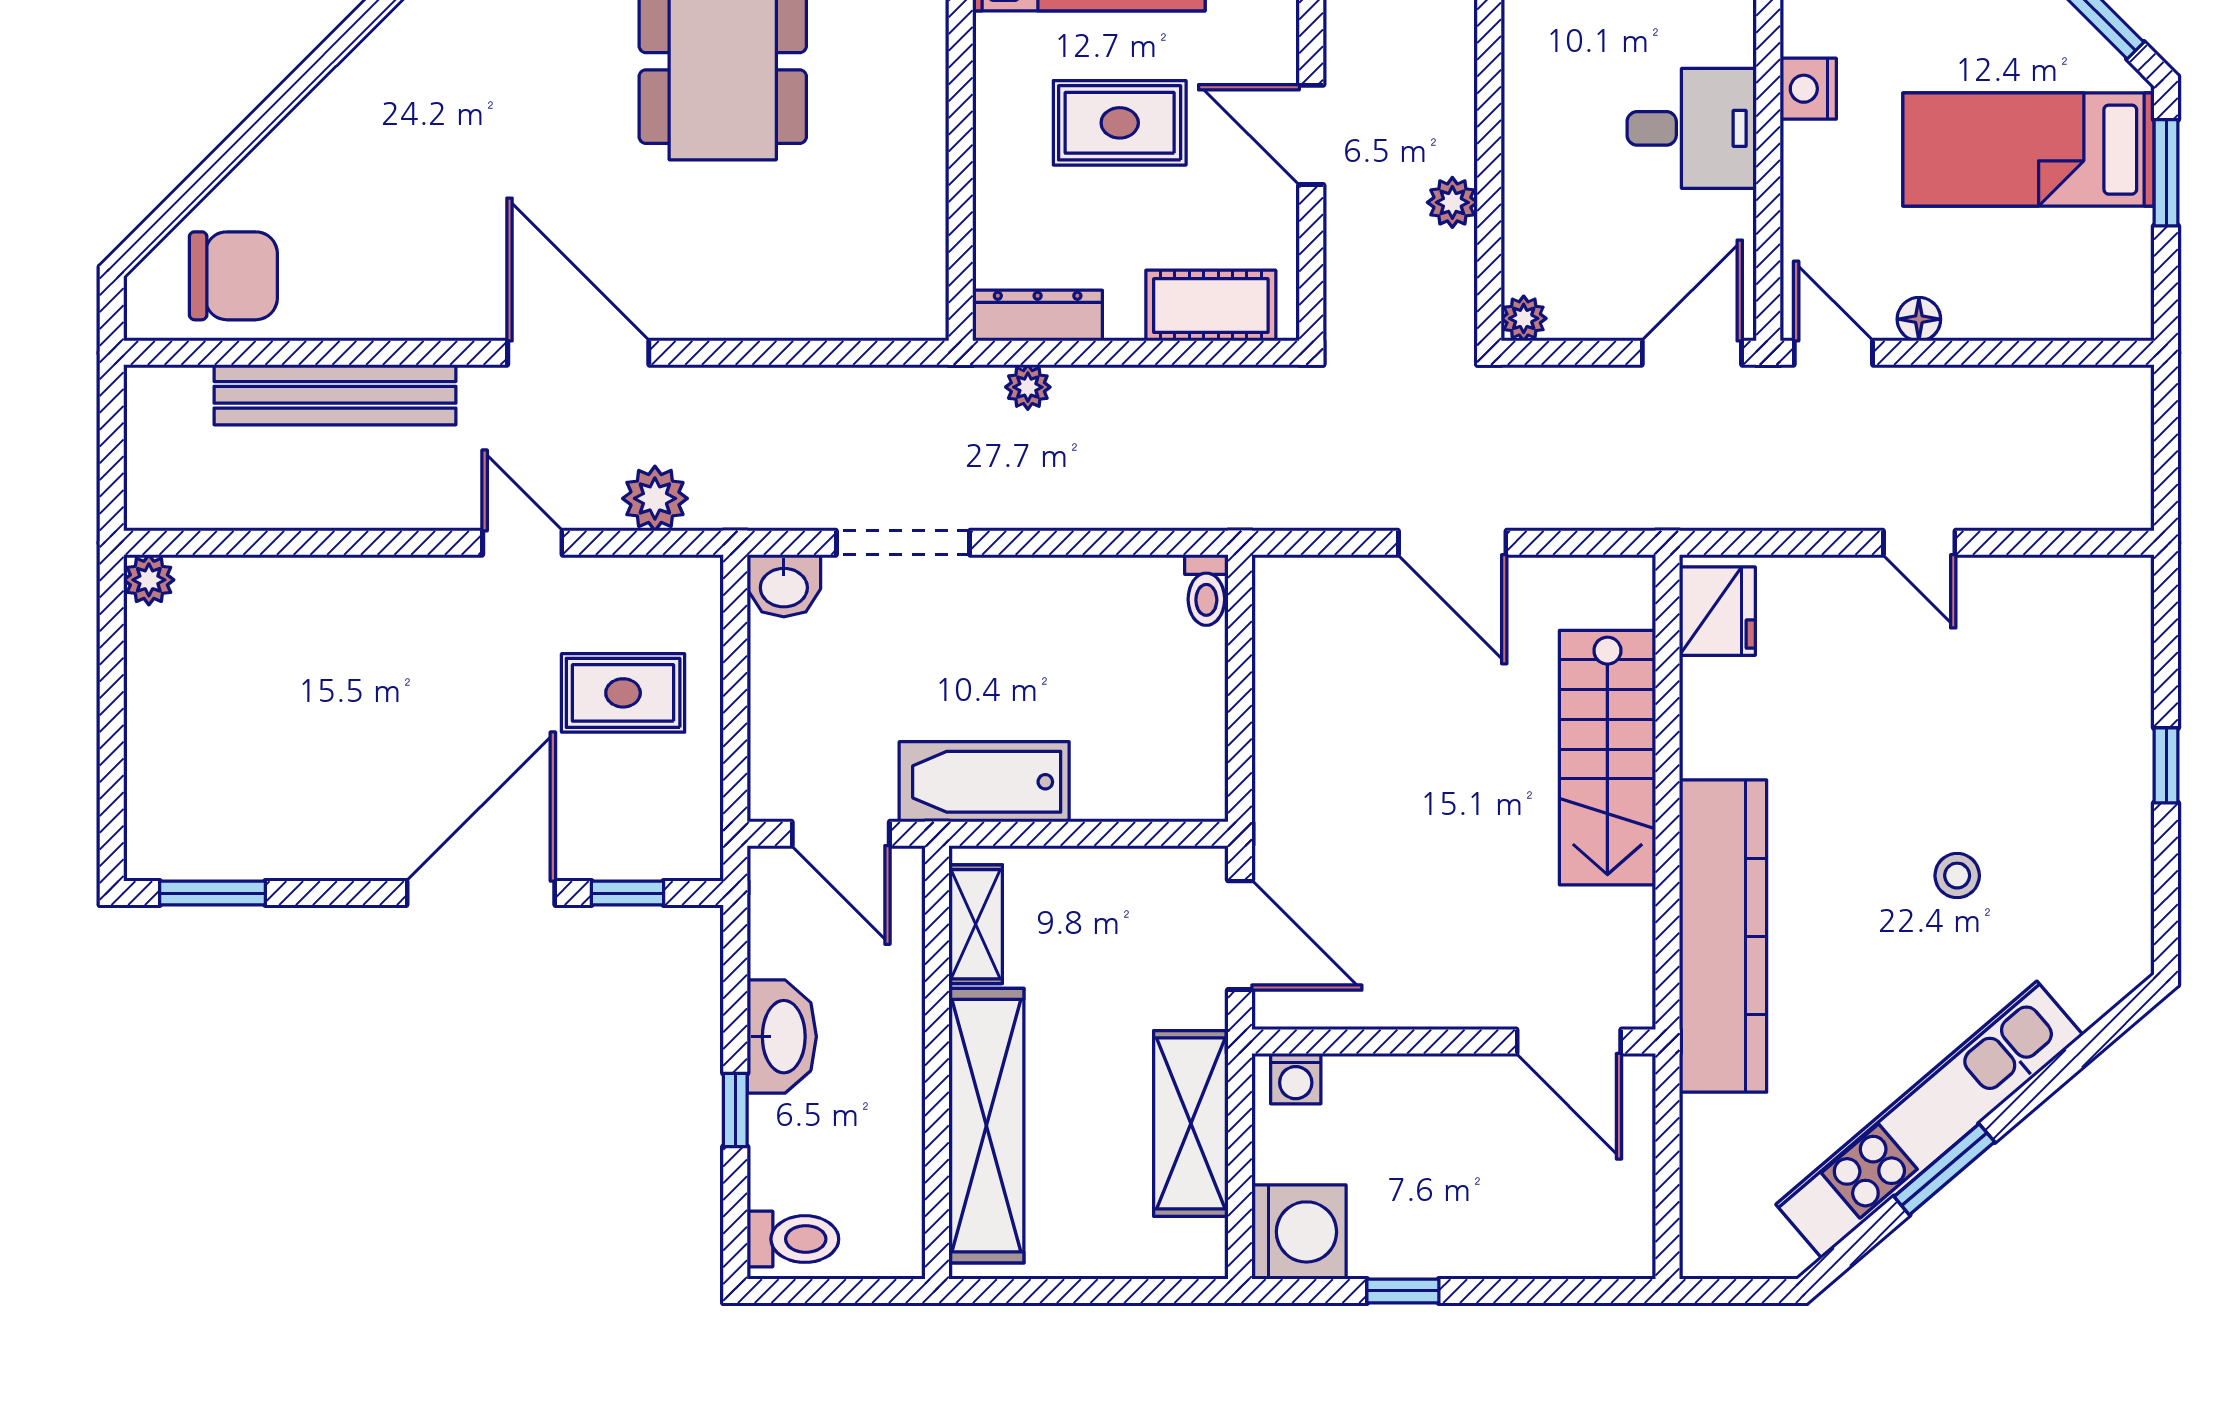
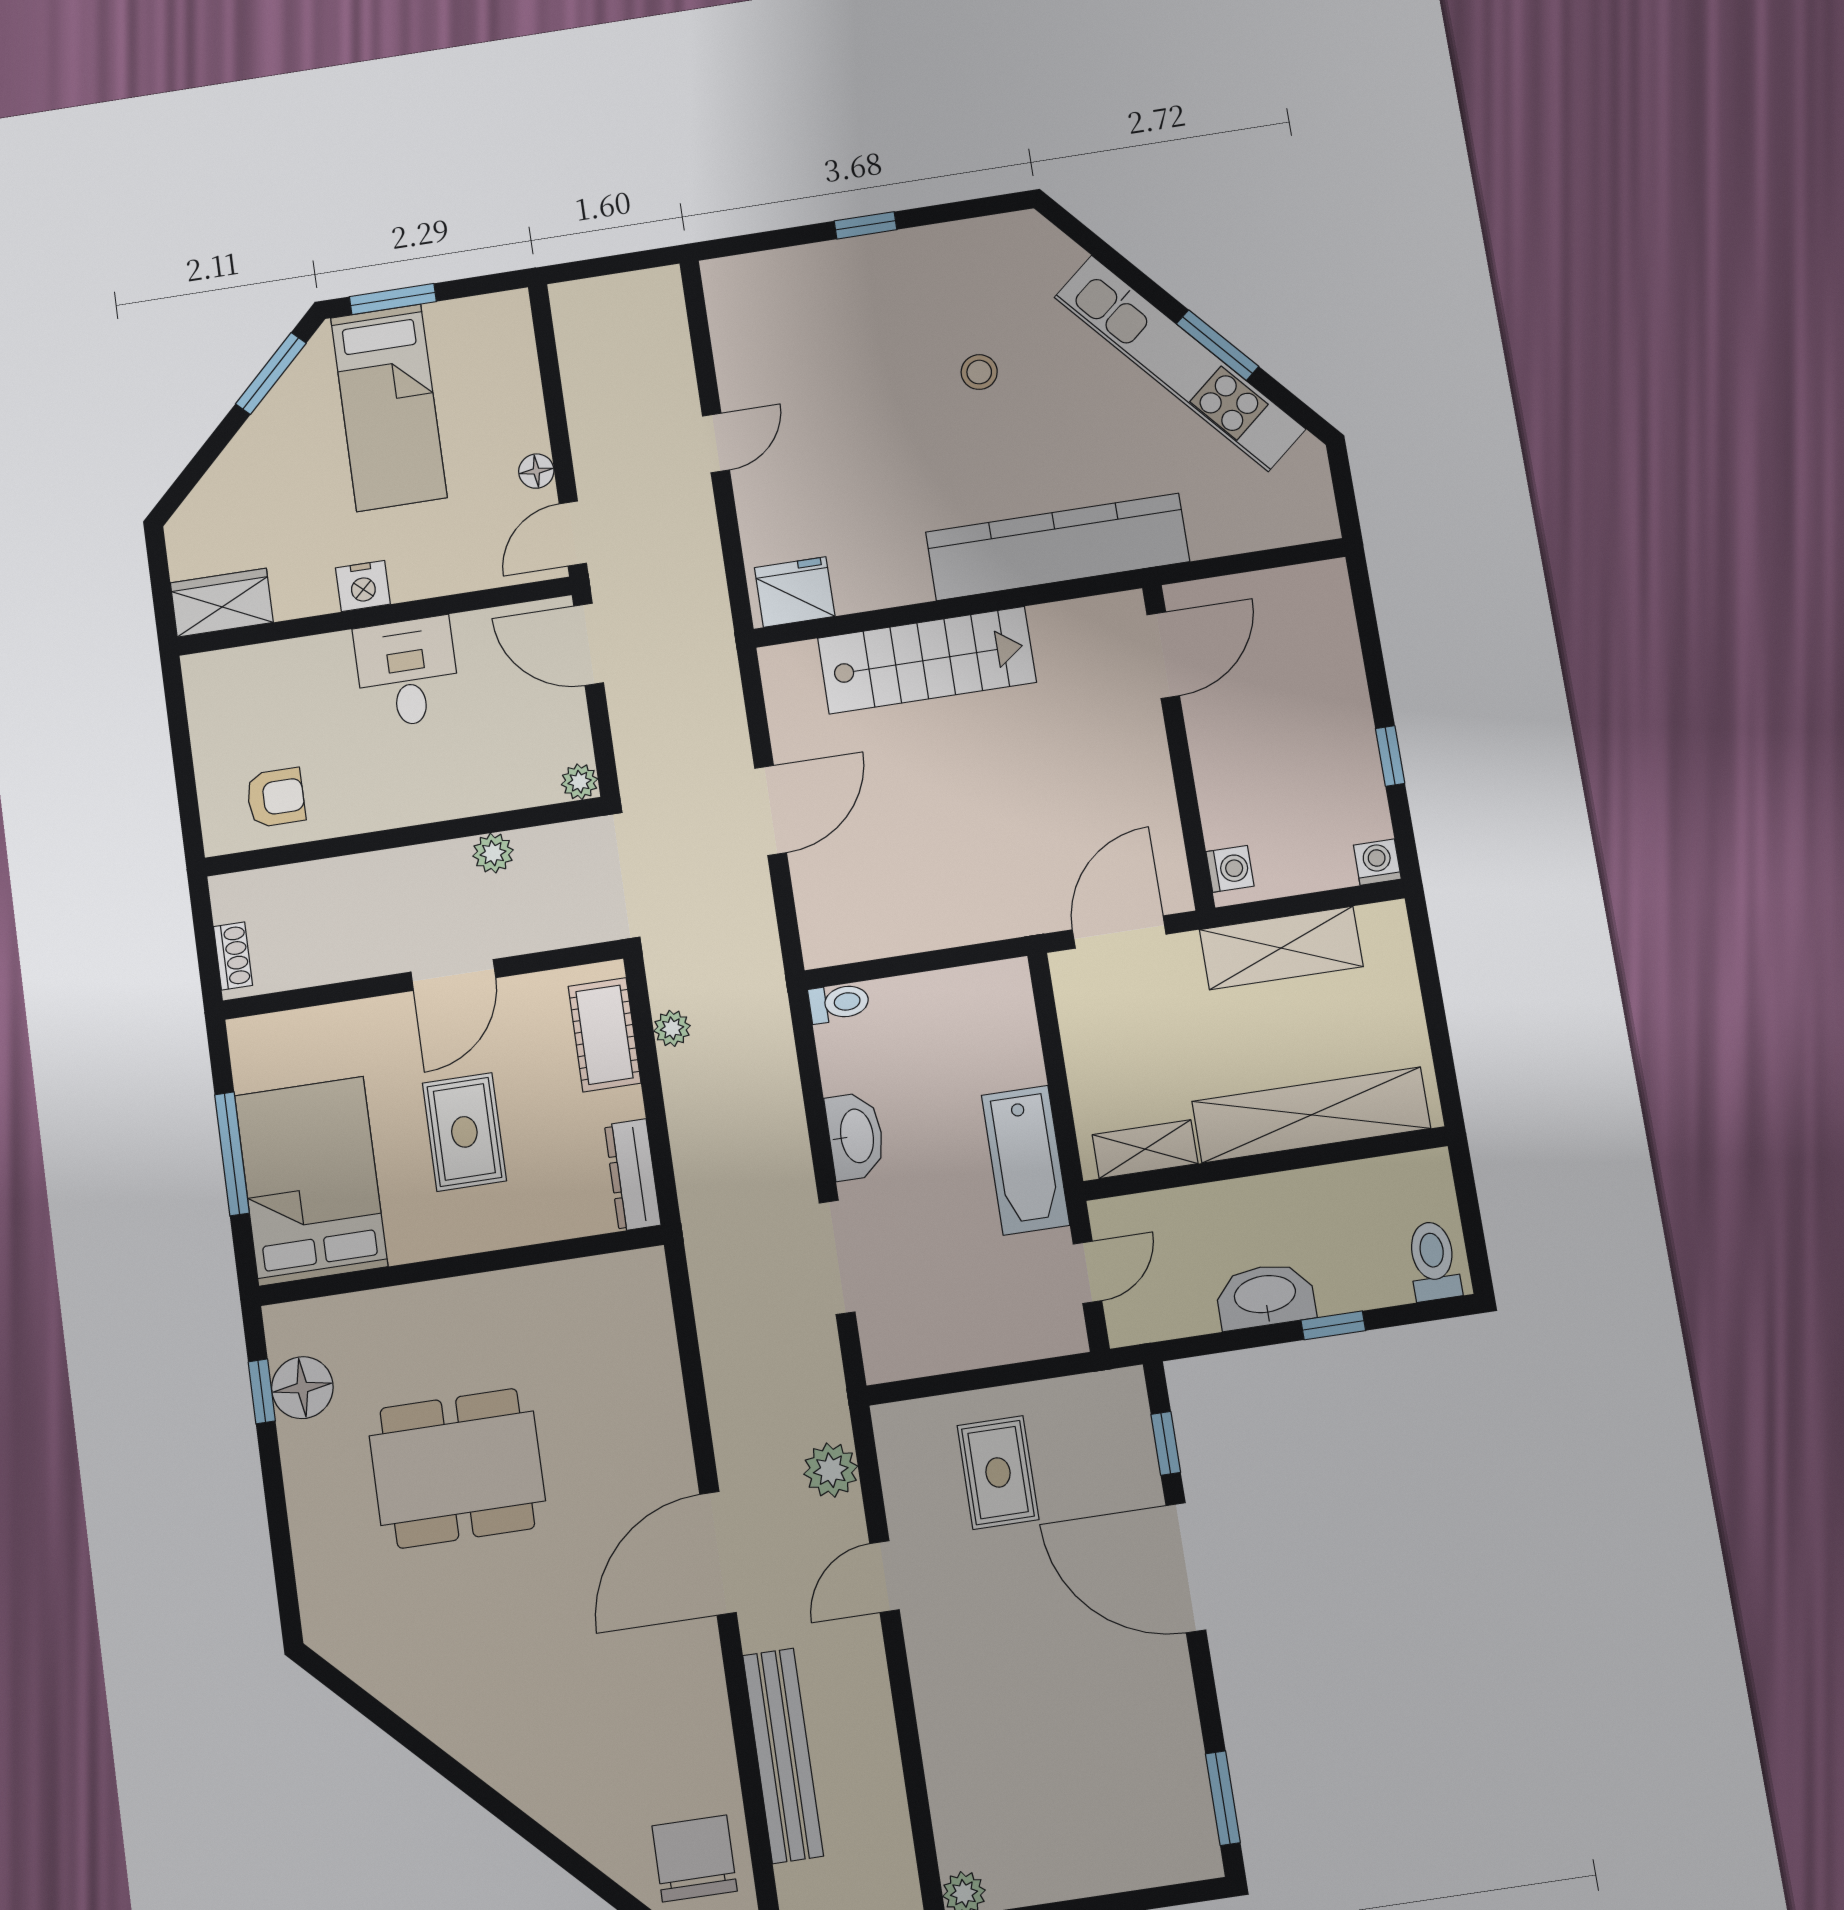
plant: (1028, 387) -> (672, 1028), moved
washbasin: (784, 586) -> (855, 1136), moved, width x1.38
door: (841, 834) -> (1088, 1272), width x0.73
washing machine: (1299, 1232) -> (1377, 862), width x0.53, depth x0.53

